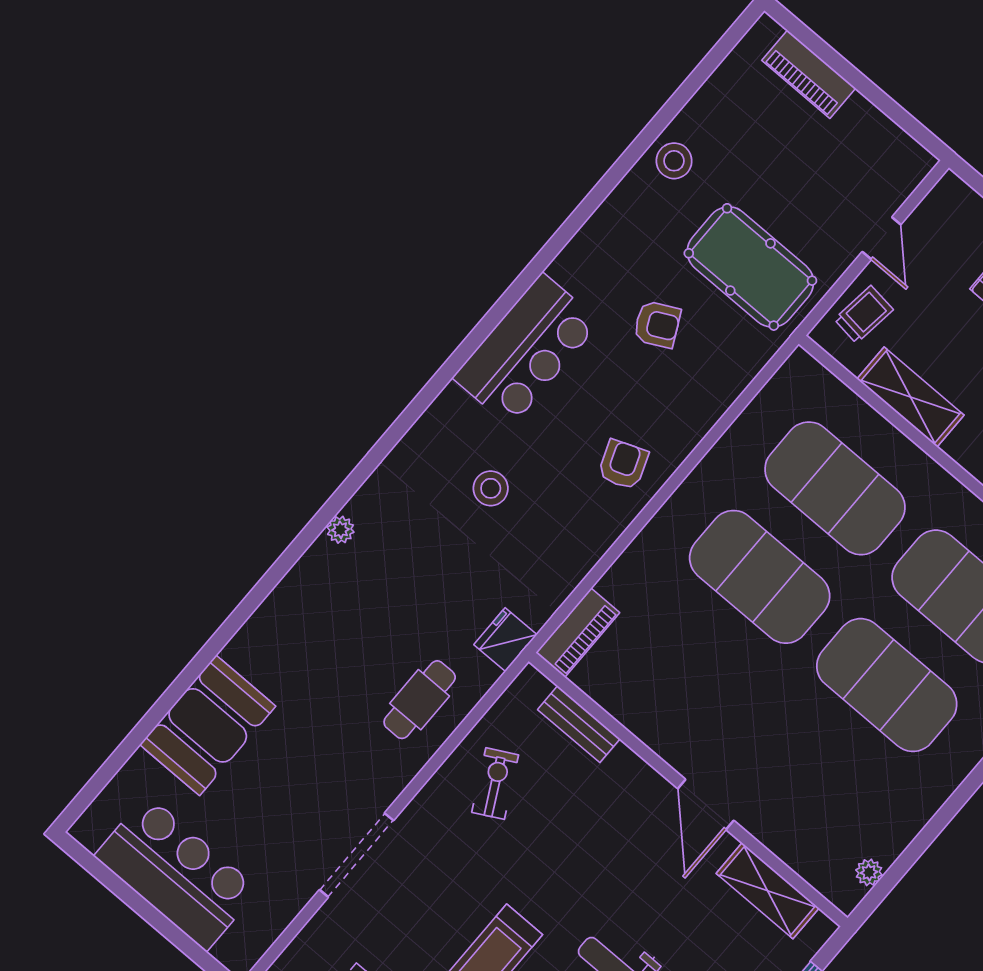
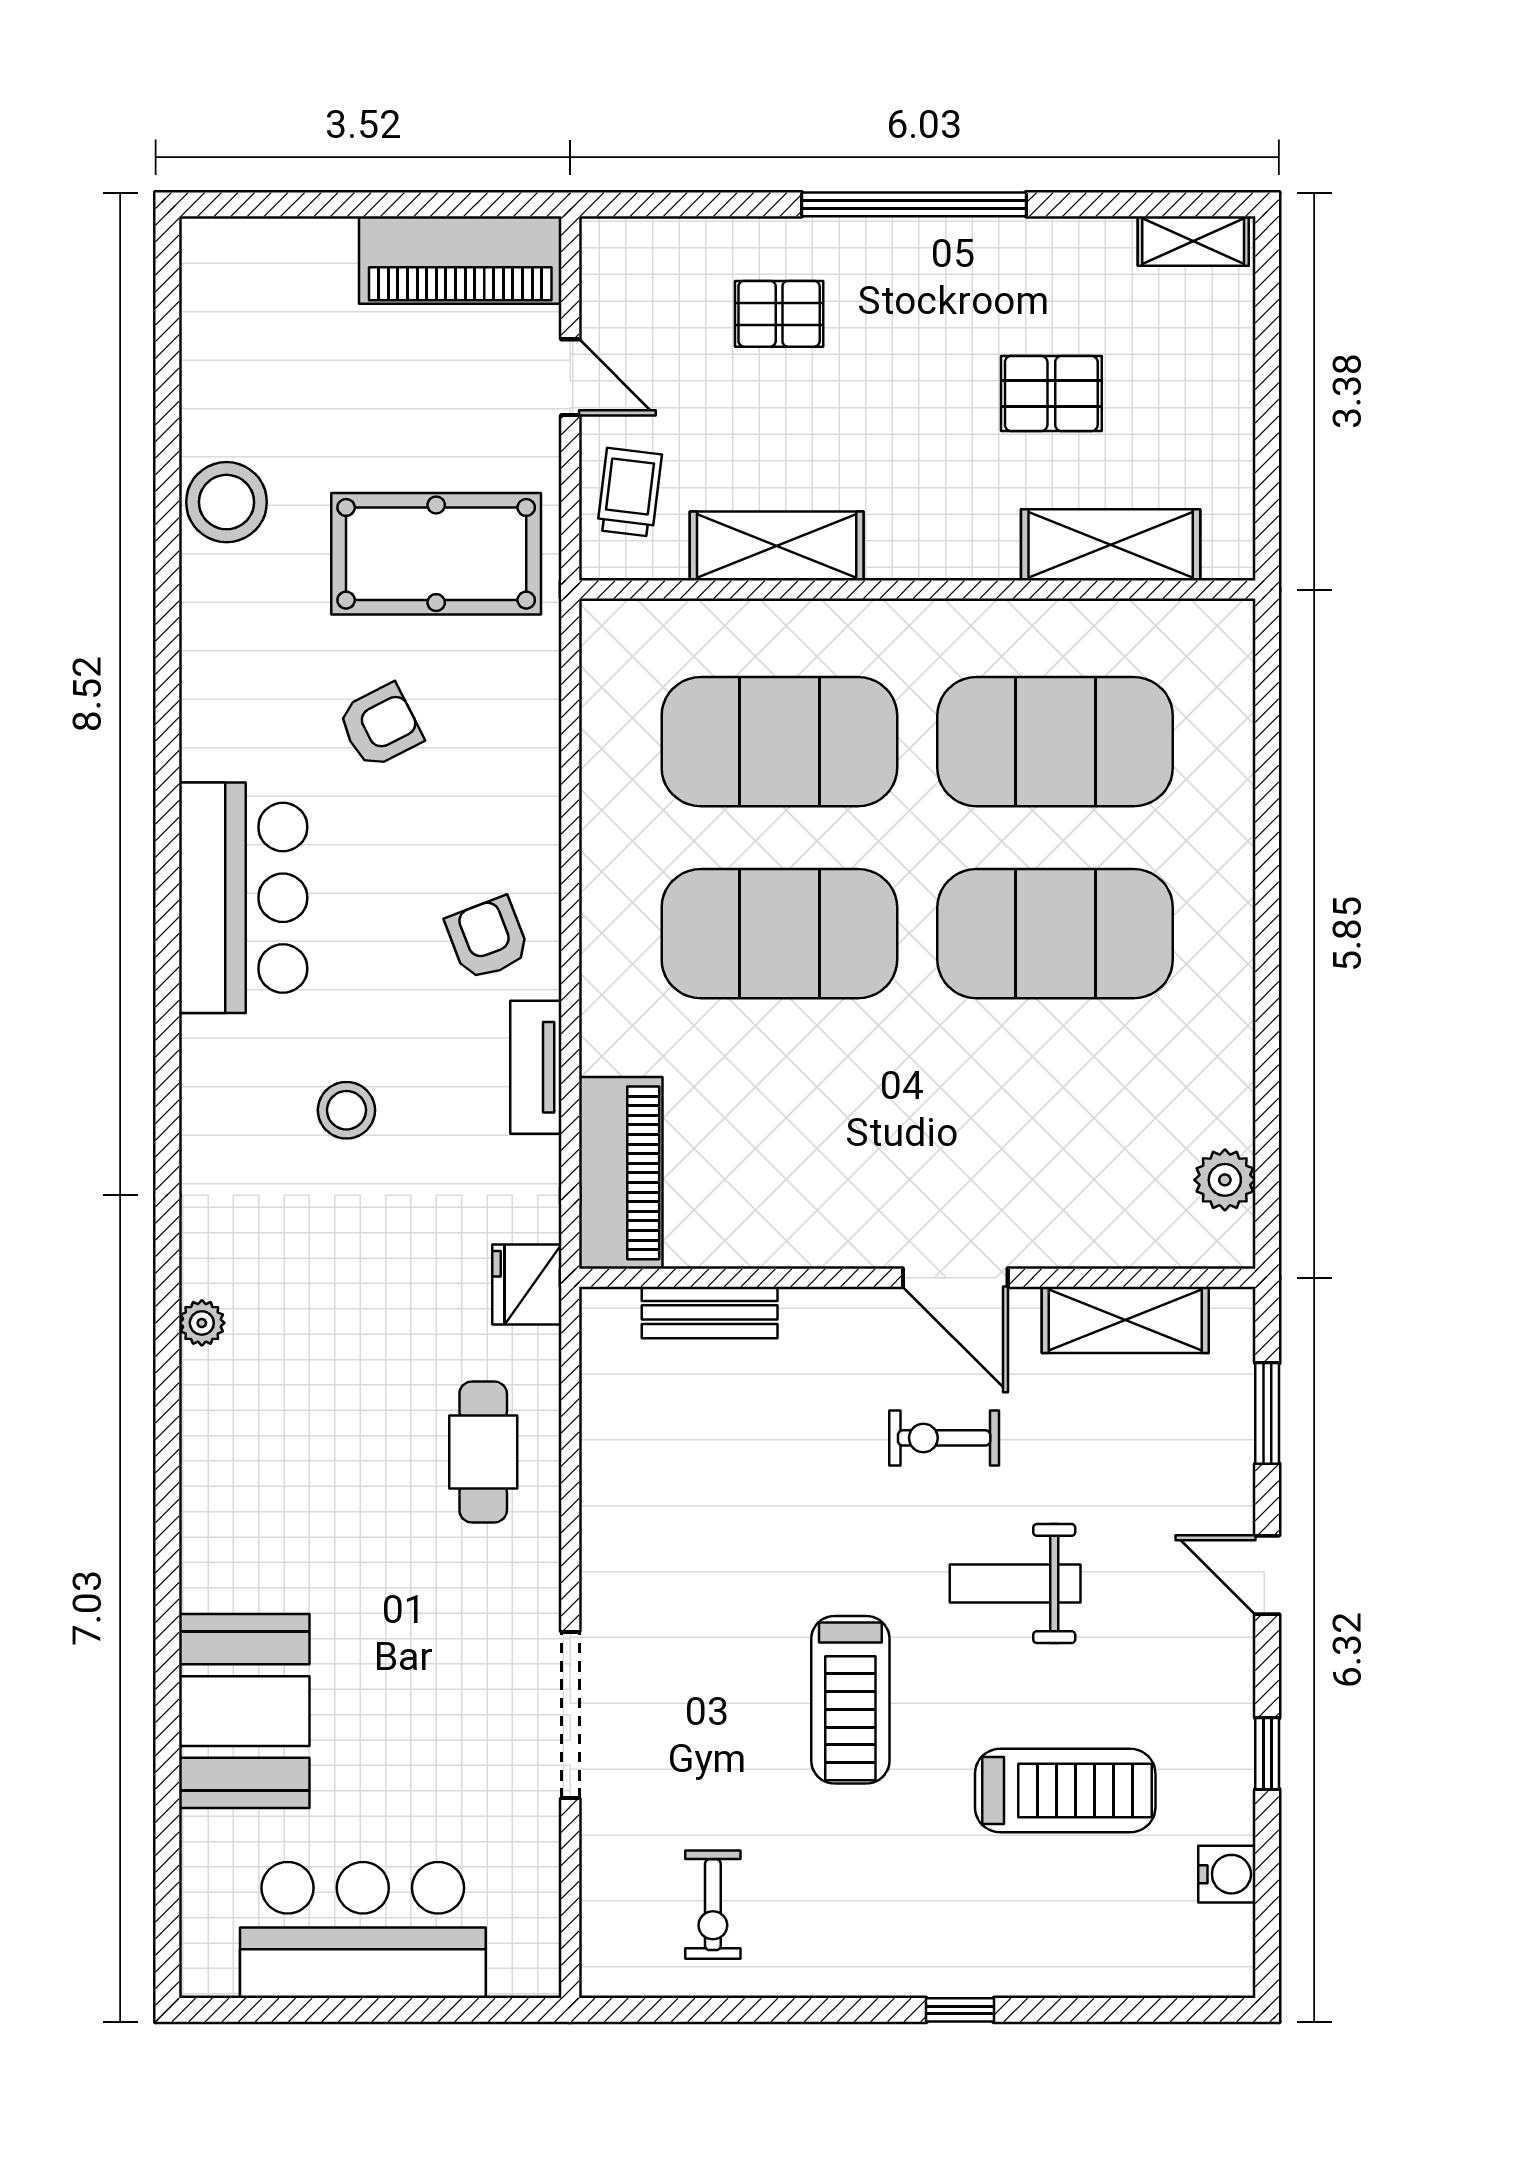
piano: (809, 74) -> (460, 260), moved, width x1.37, depth x1.33
stool: (674, 161) -> (227, 502), width x1.38, depth x1.38
tv unit: (595, 543) -> (536, 1067), added
piano: (578, 633) -> (621, 1173), width x1.37, depth x1.33
exercise bike: (495, 784) -> (944, 1438), moved, turned -62
plant: (869, 872) -> (1225, 1180), width x1.38, depth x1.38

